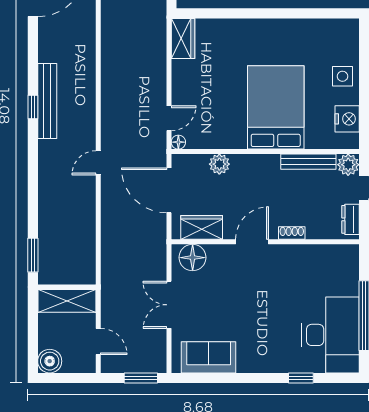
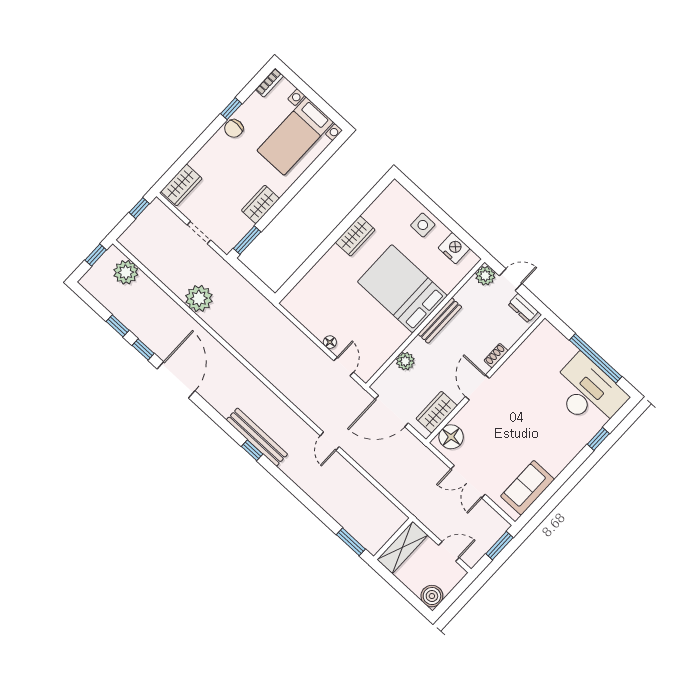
wardrobe: (183, 38) -> (355, 236), moved, turned 90
floor lamp: (178, 142) -> (330, 342), moved
bench: (308, 162) -> (440, 321), moved

